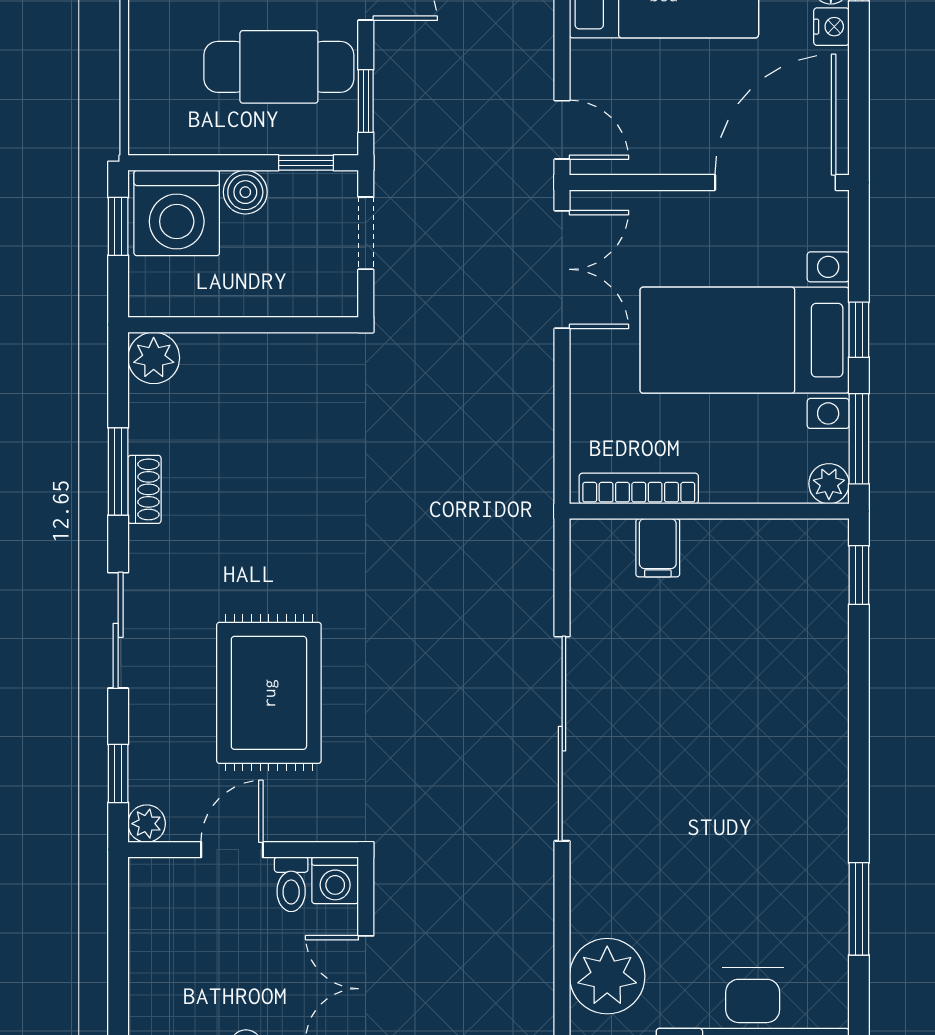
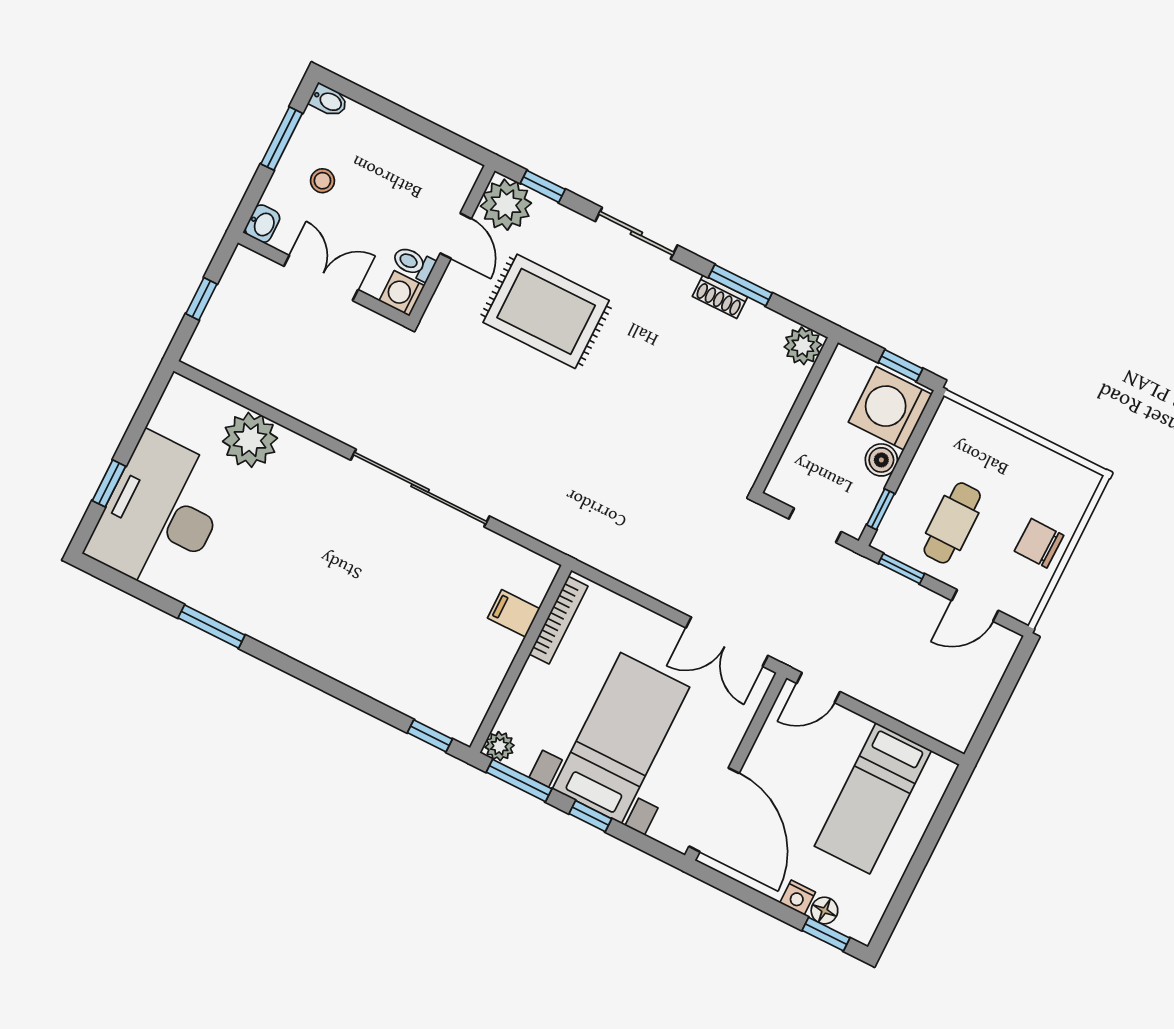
cafe table: (279, 67) -> (952, 523), width x0.73, depth x0.74
plant: (147, 824) -> (506, 205), width x1.87, depth x1.87

